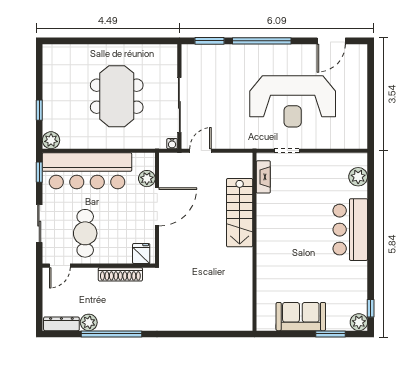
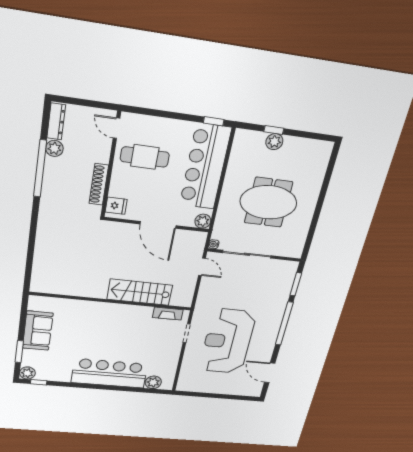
plant: (51, 140) -> (274, 142), moved
plant: (147, 179) -> (203, 221), moved
sliding door: (39, 224) -> (162, 114), removed
bar counter: (350, 230) -> (109, 373), width x1.36

